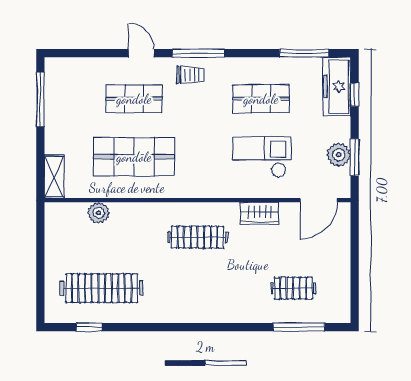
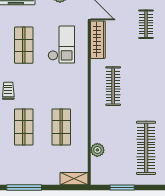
shop shelf: (134, 157) -> (61, 127), width x0.70, depth x0.74
checkout: (262, 157) -> (61, 45), turned 180
wardrobe: (260, 213) -> (98, 40), width x1.50
window: (40, 251) -> (122, 187), added

